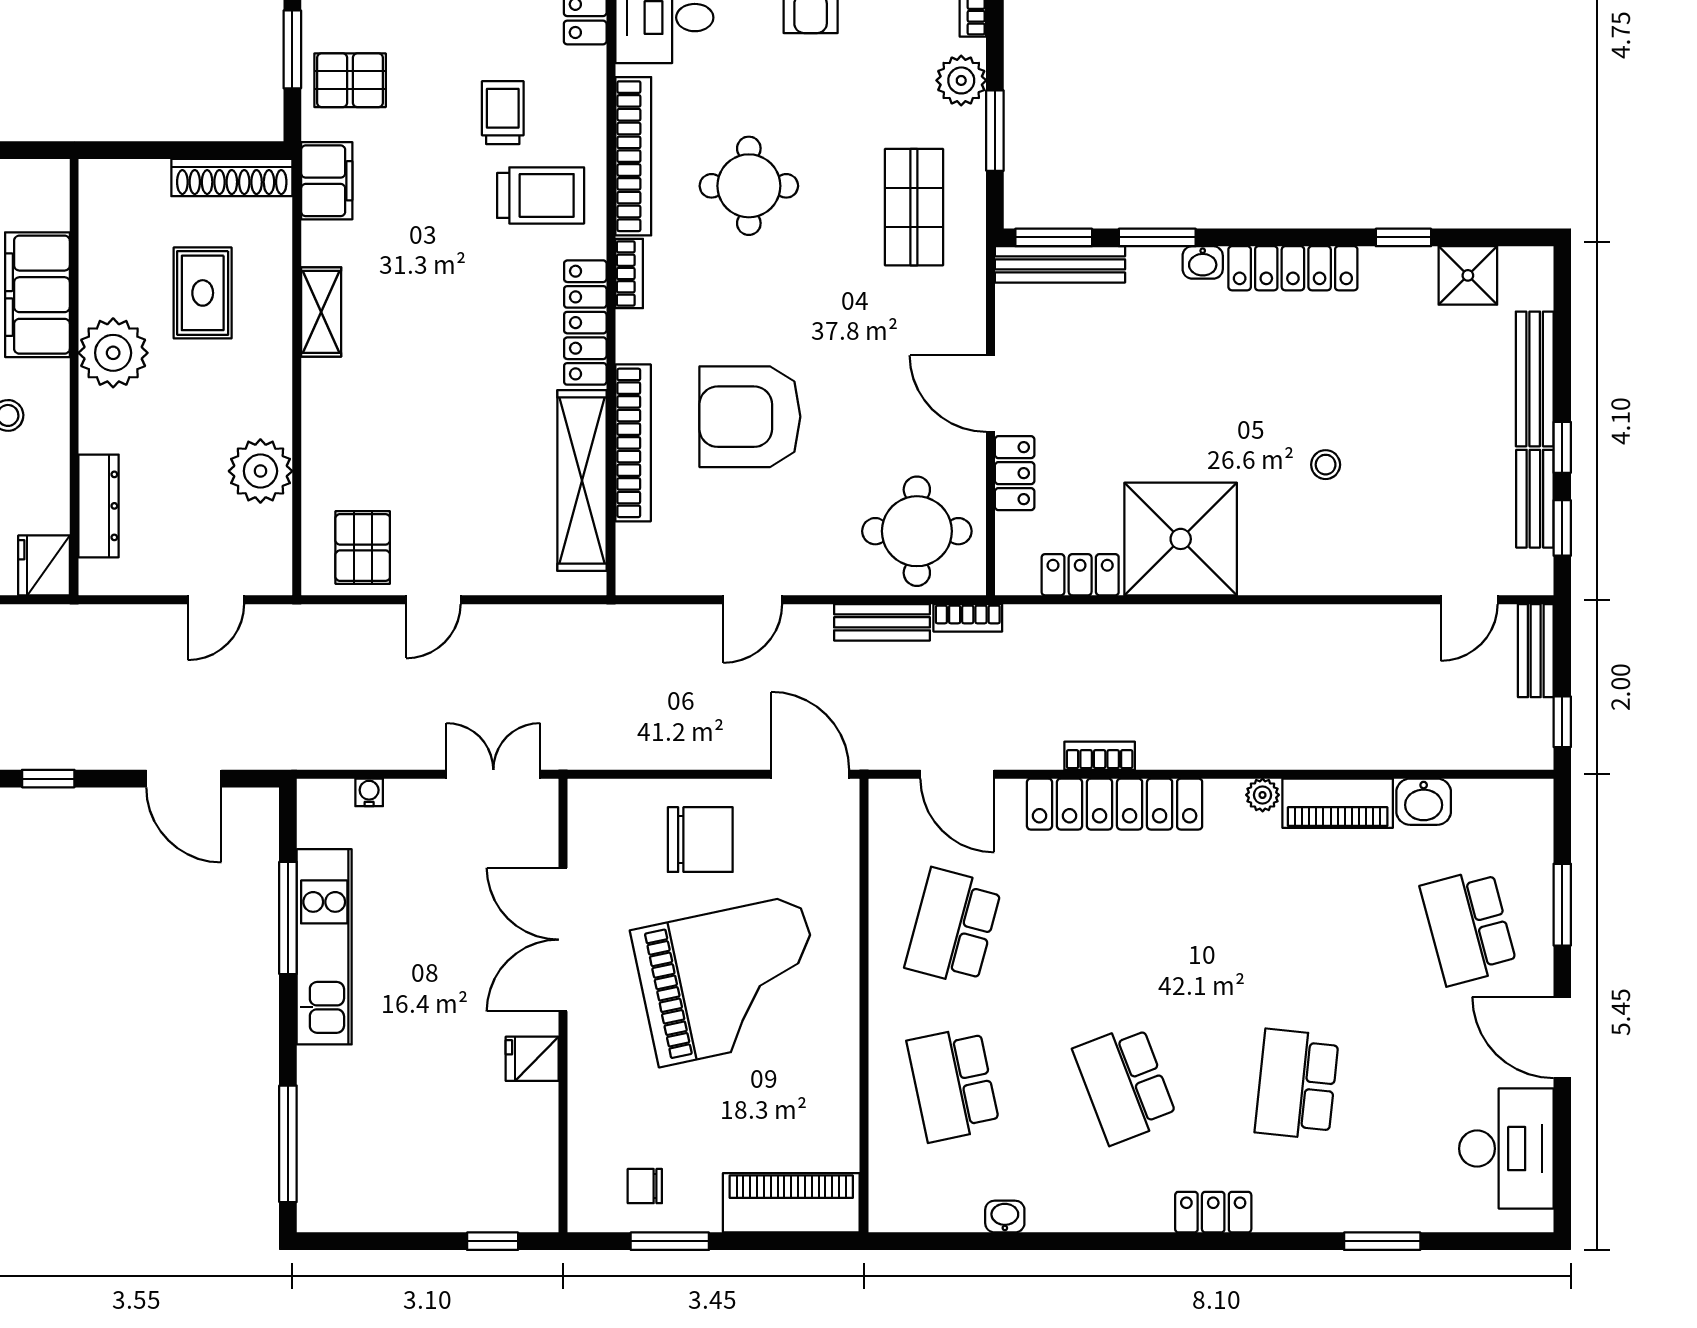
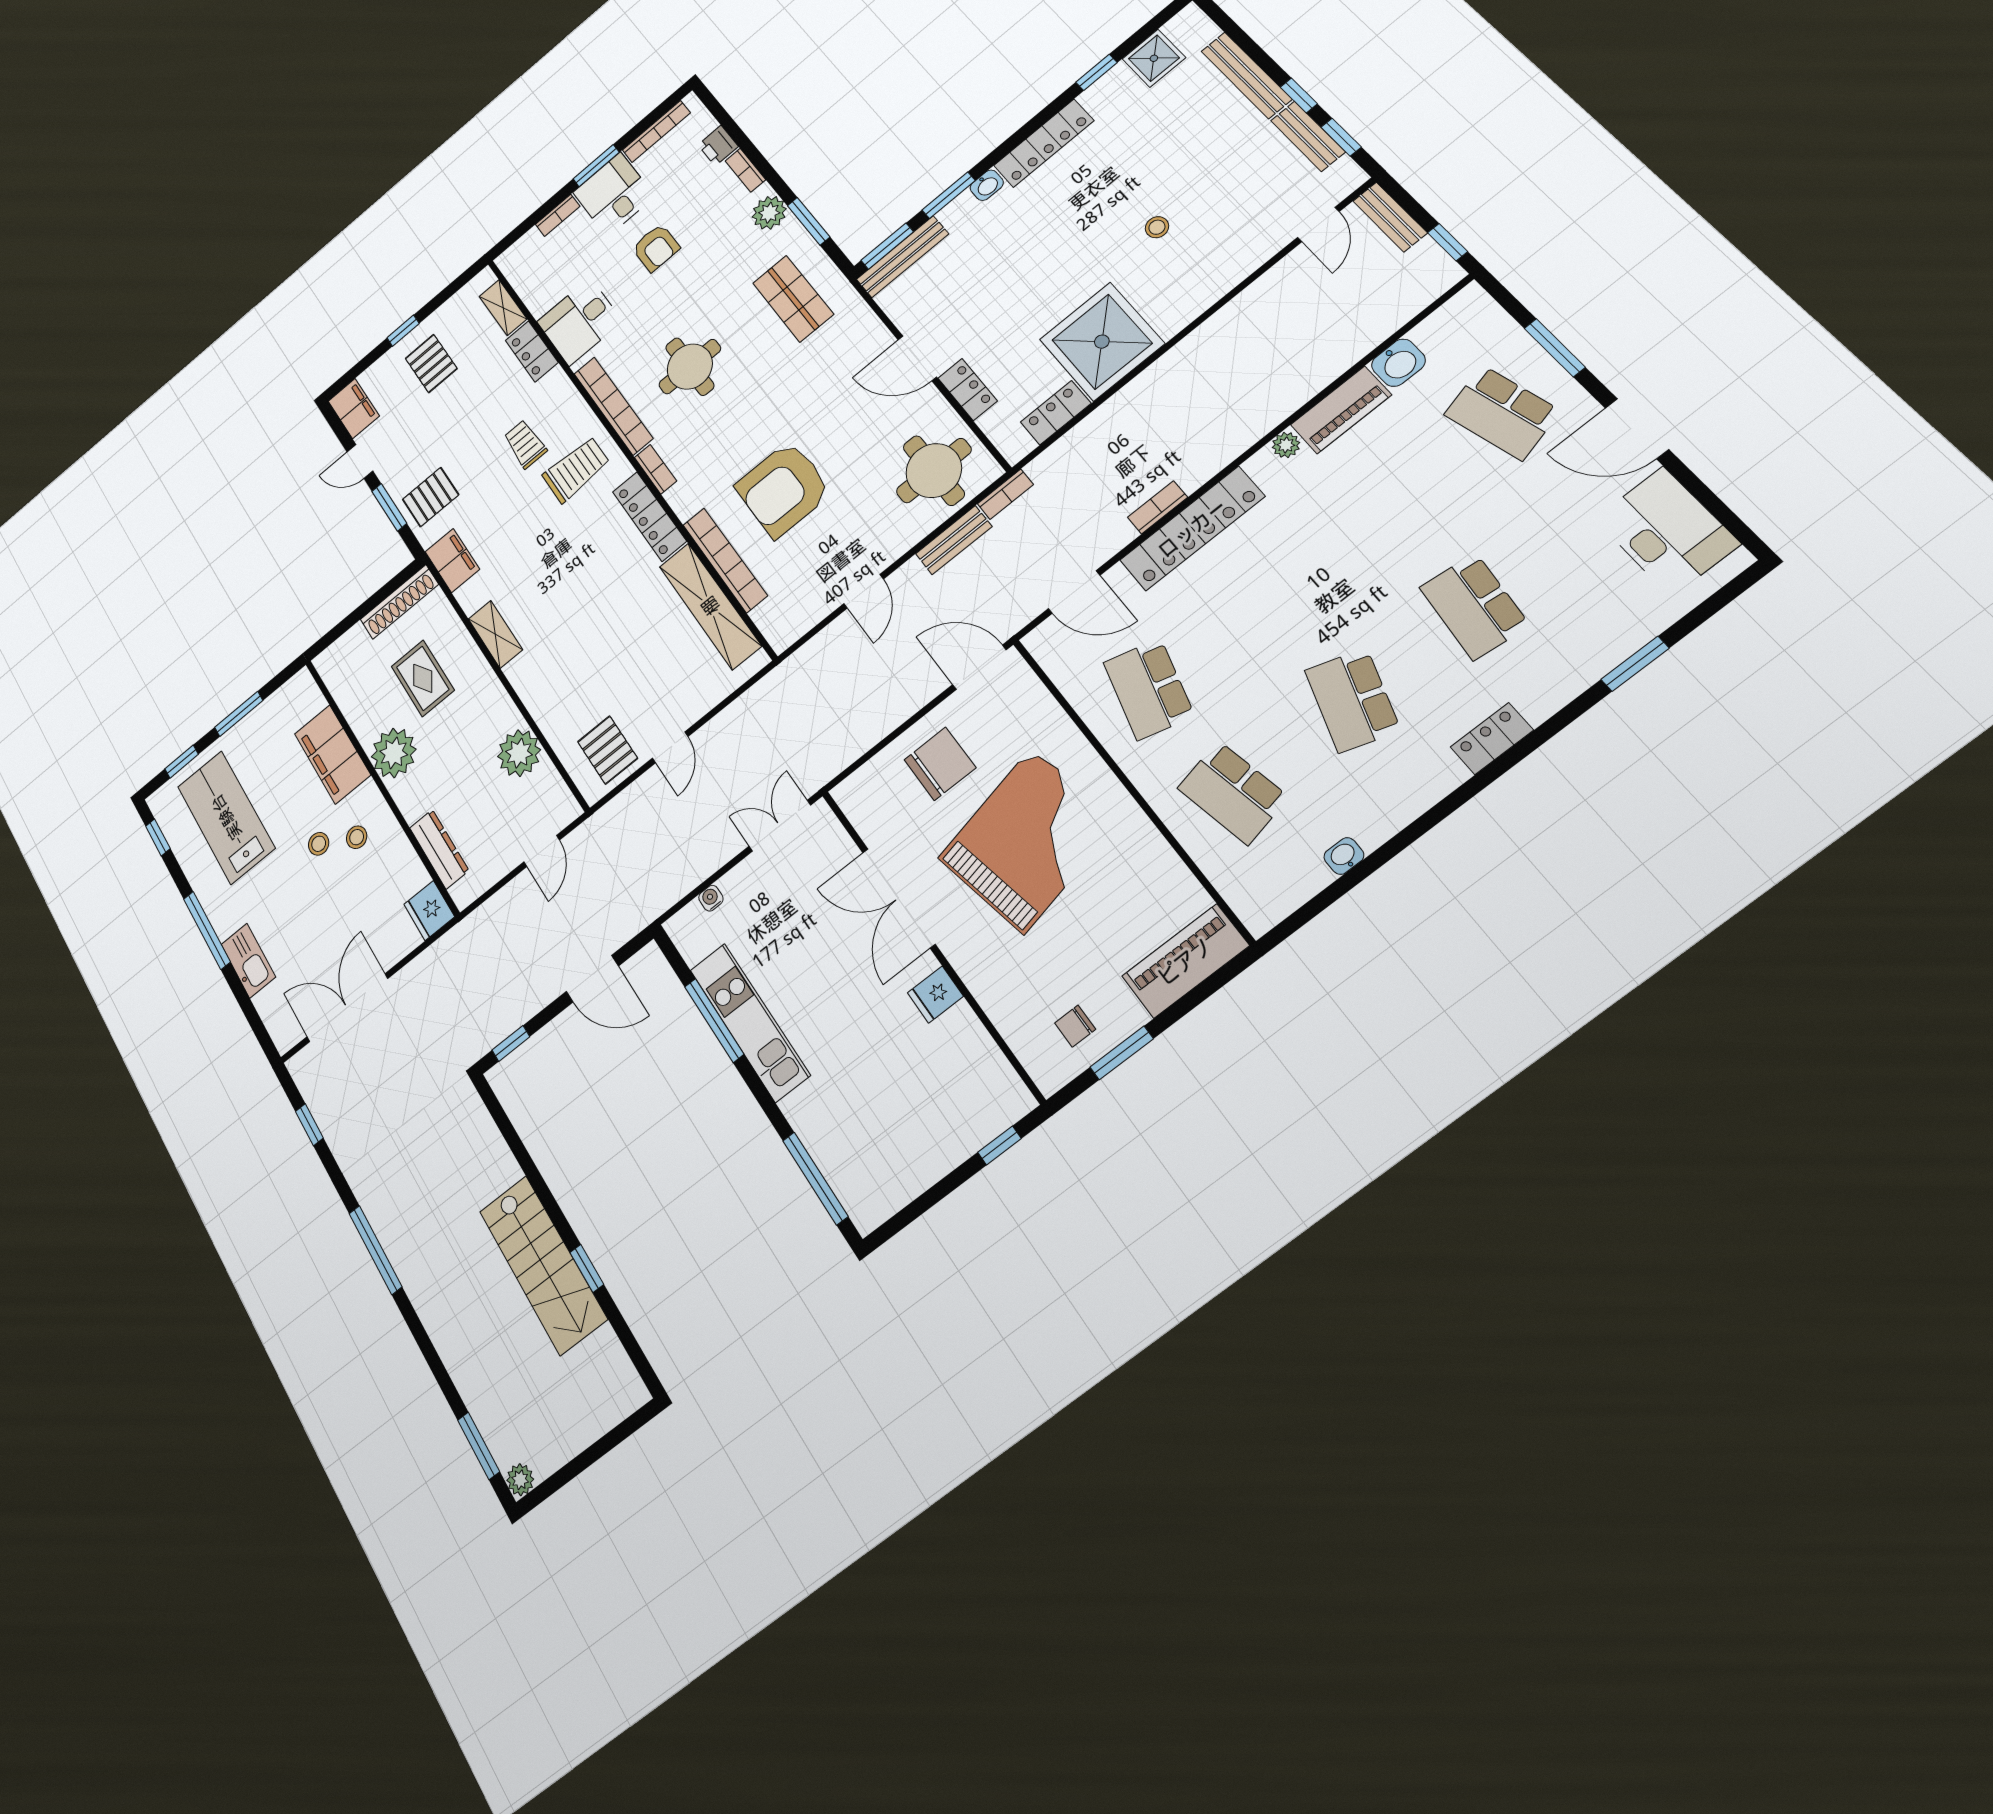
school desk: (1125, 1084) -> (1353, 700), turned 39

